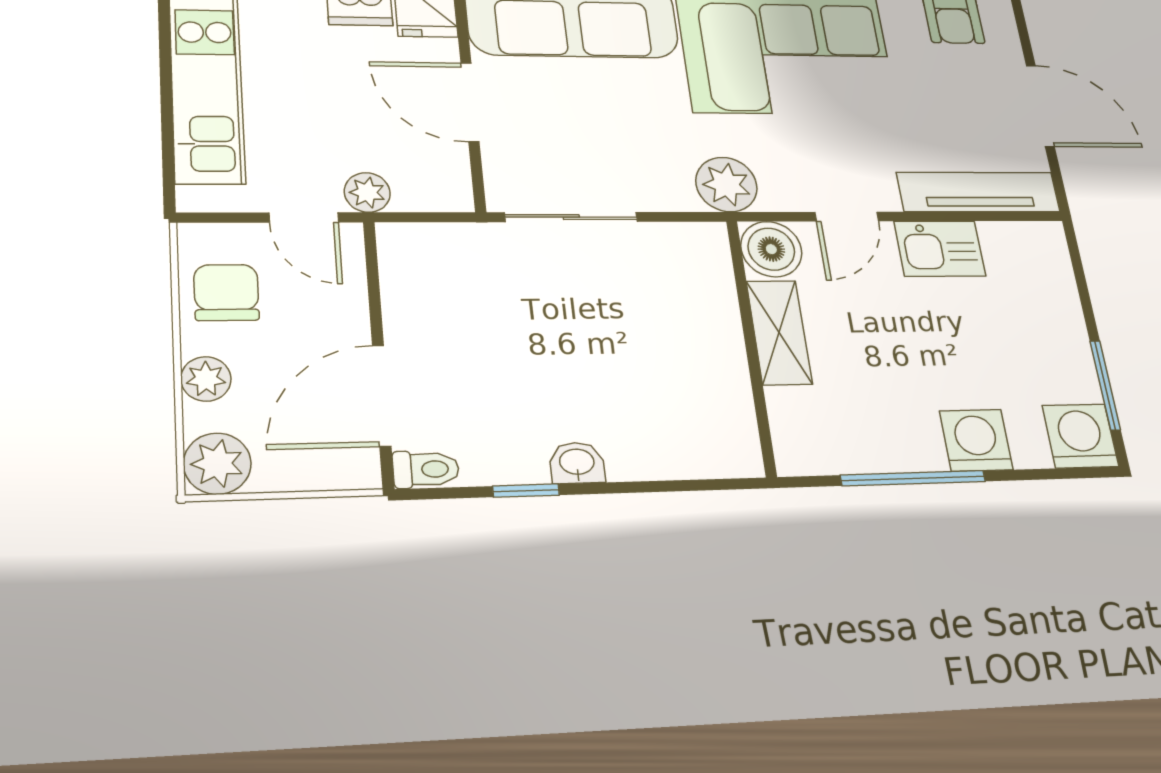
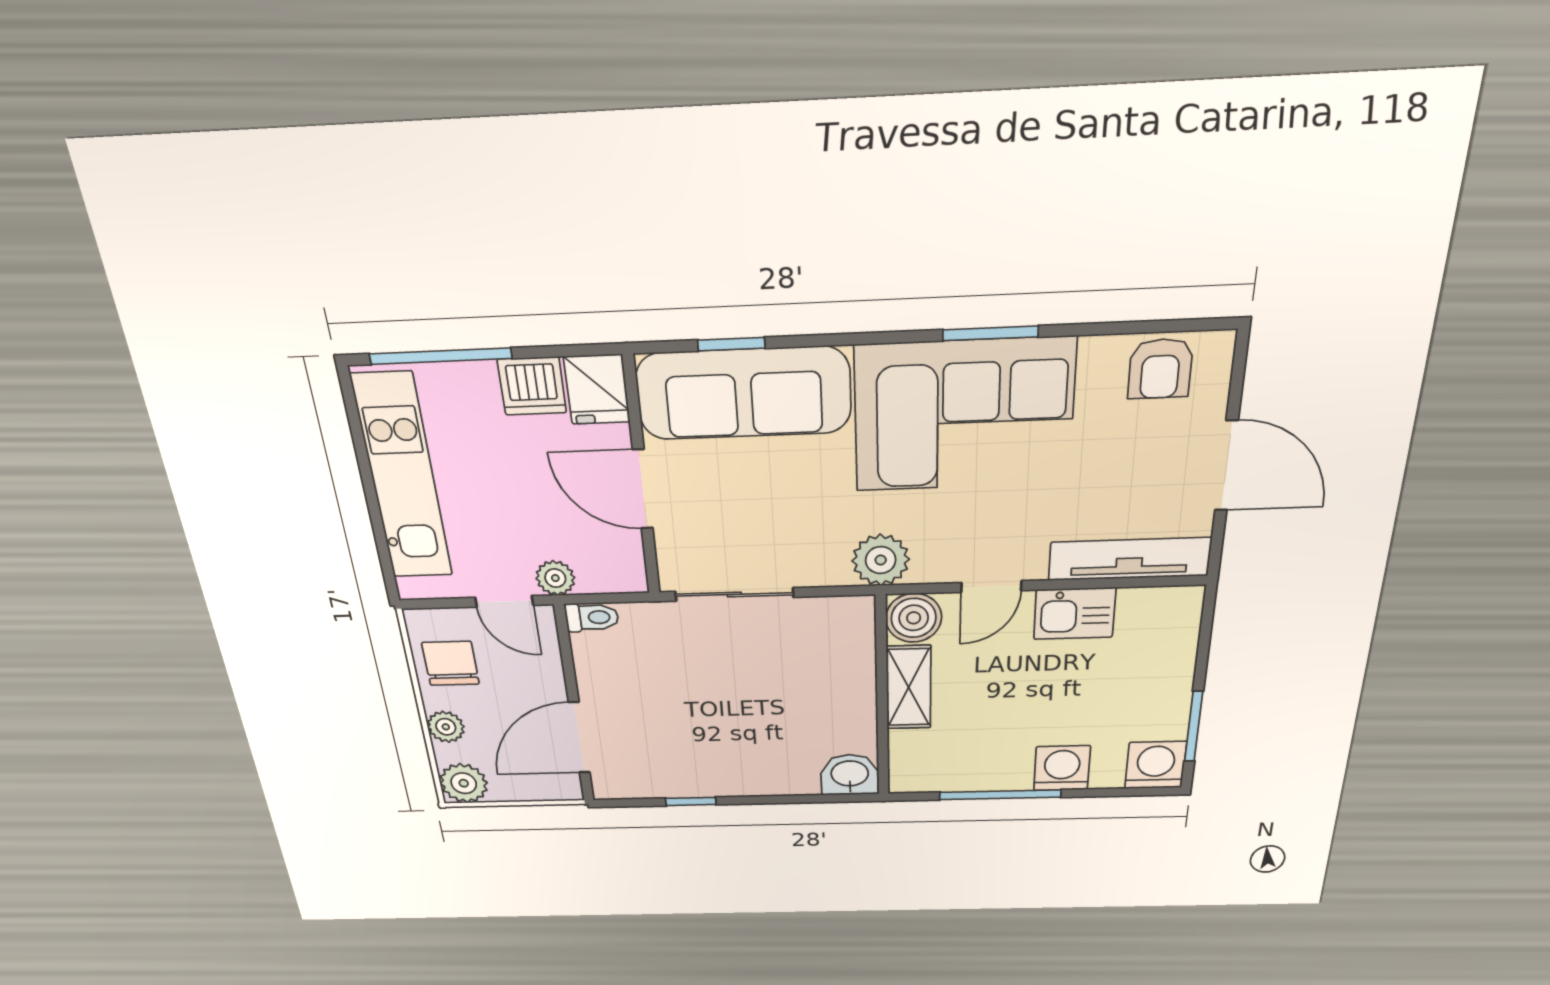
washbasin: (577, 463) -> (850, 775), moved, width x1.38, depth x1.45
toilet: (426, 469) -> (592, 617), moved

